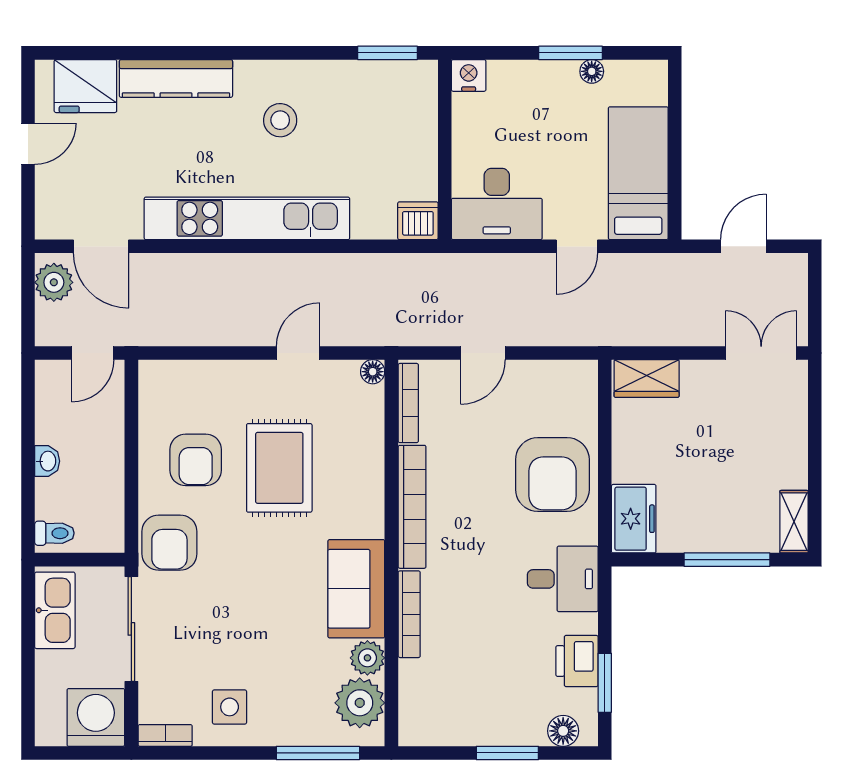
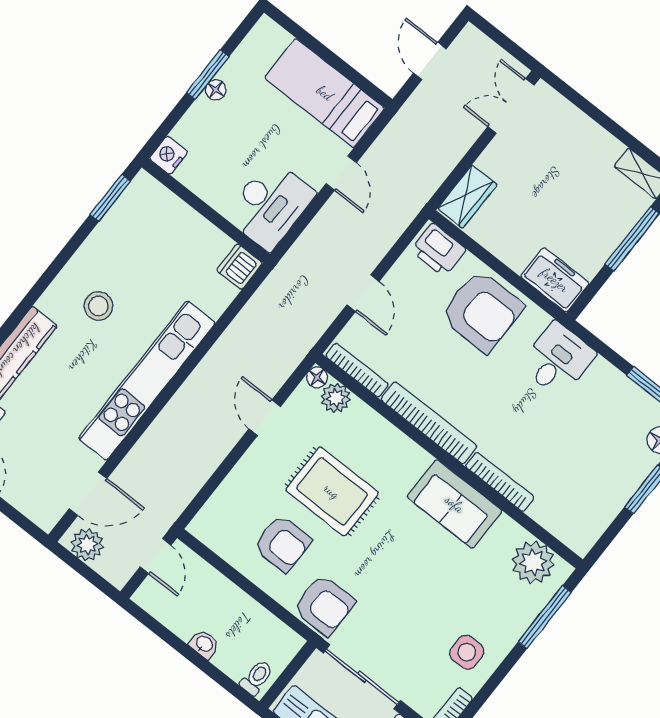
floor lamp: (592, 71) -> (216, 90), moved
plant: (367, 658) -> (336, 398), moved
printer: (577, 661) -> (438, 250), moved

